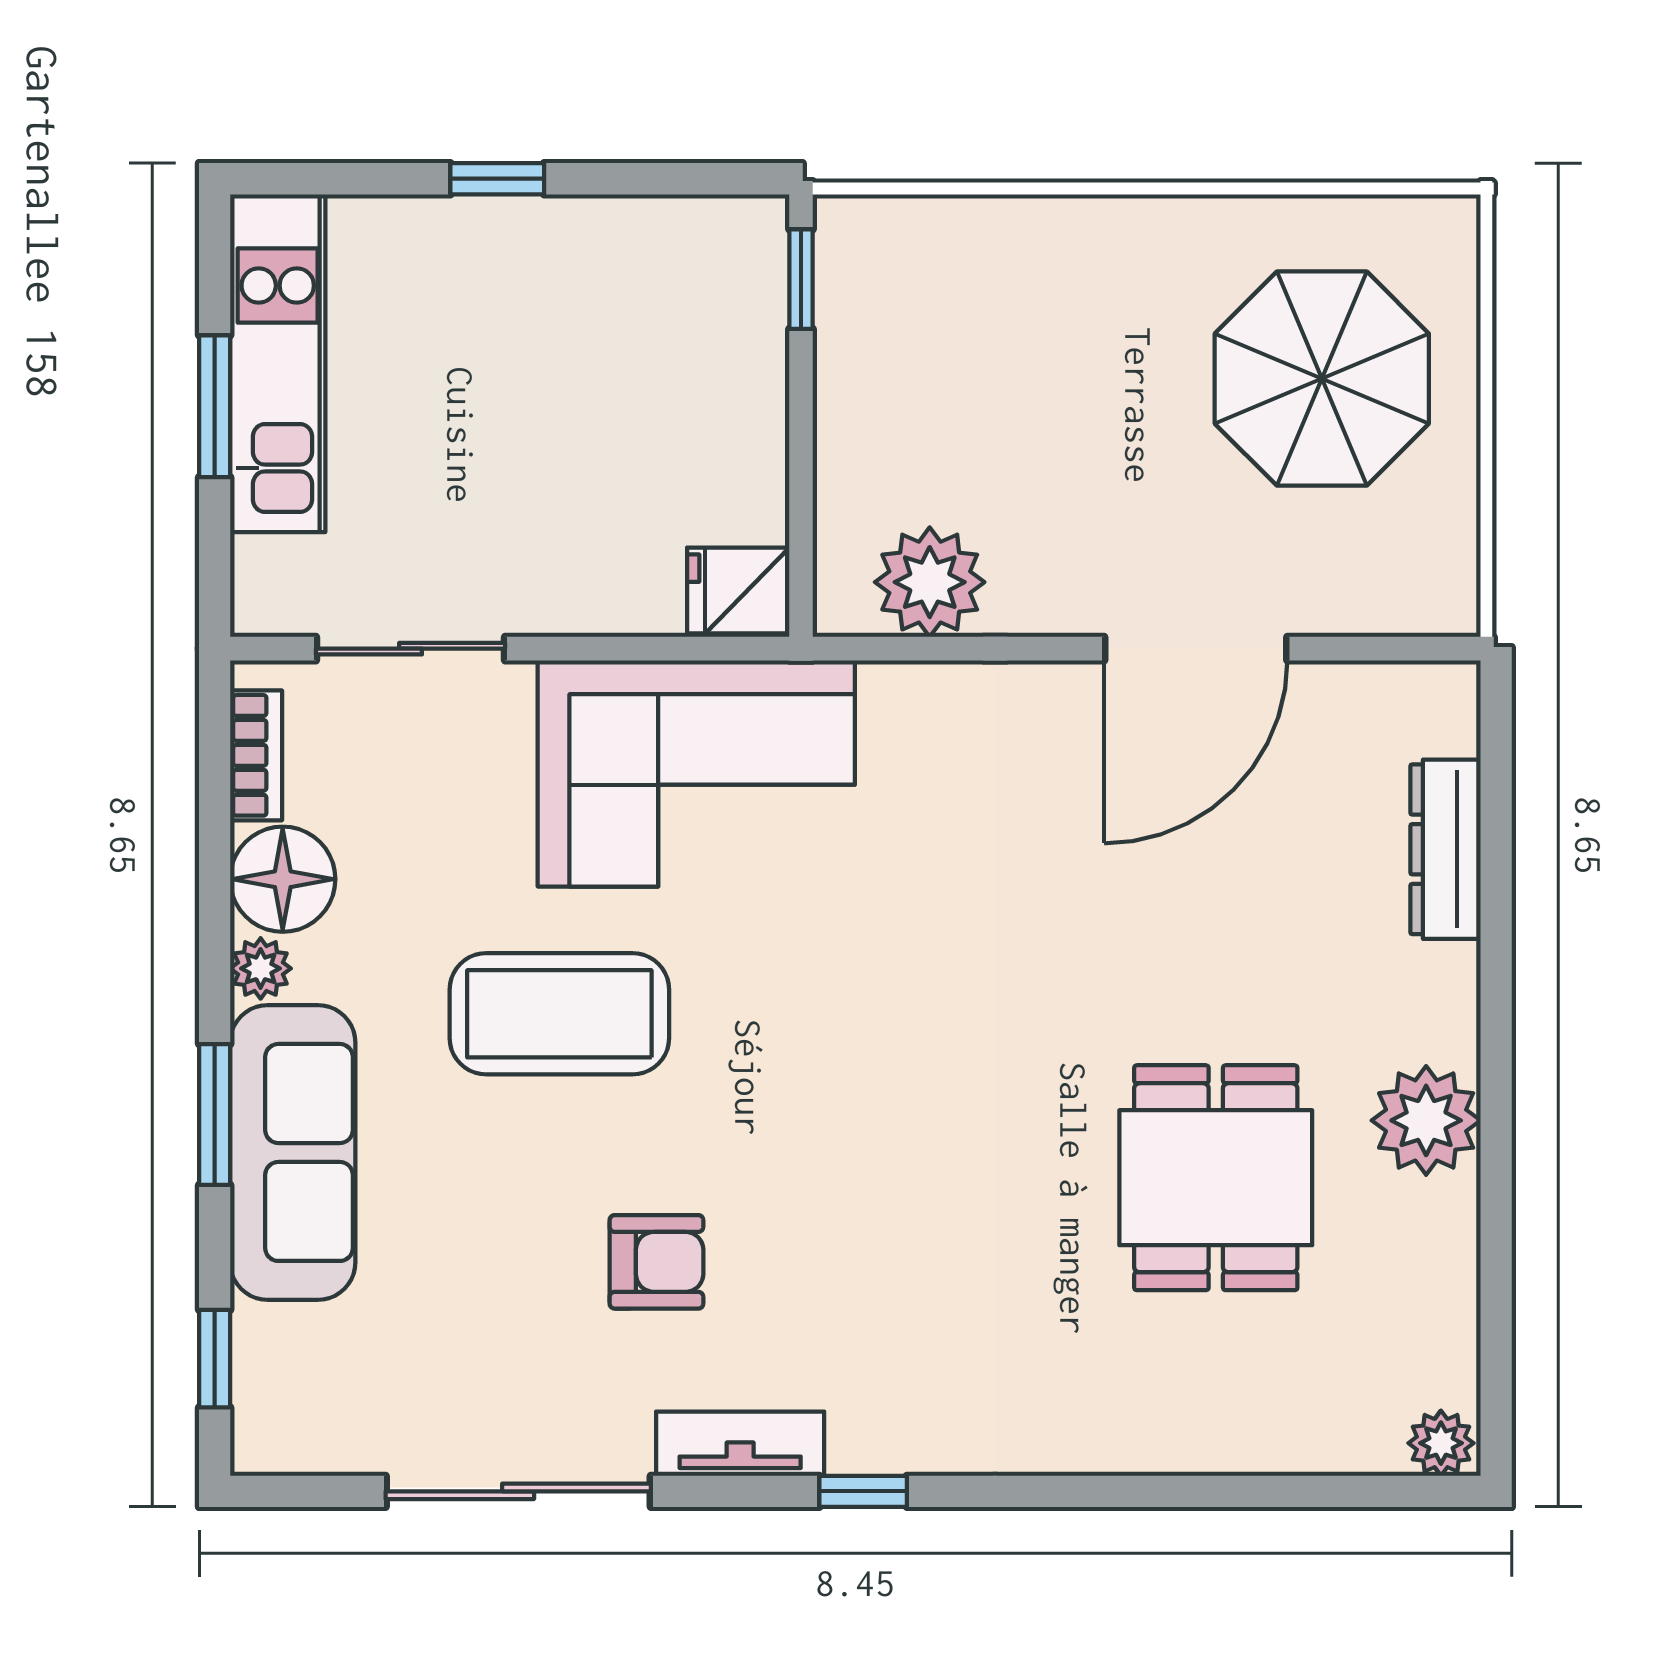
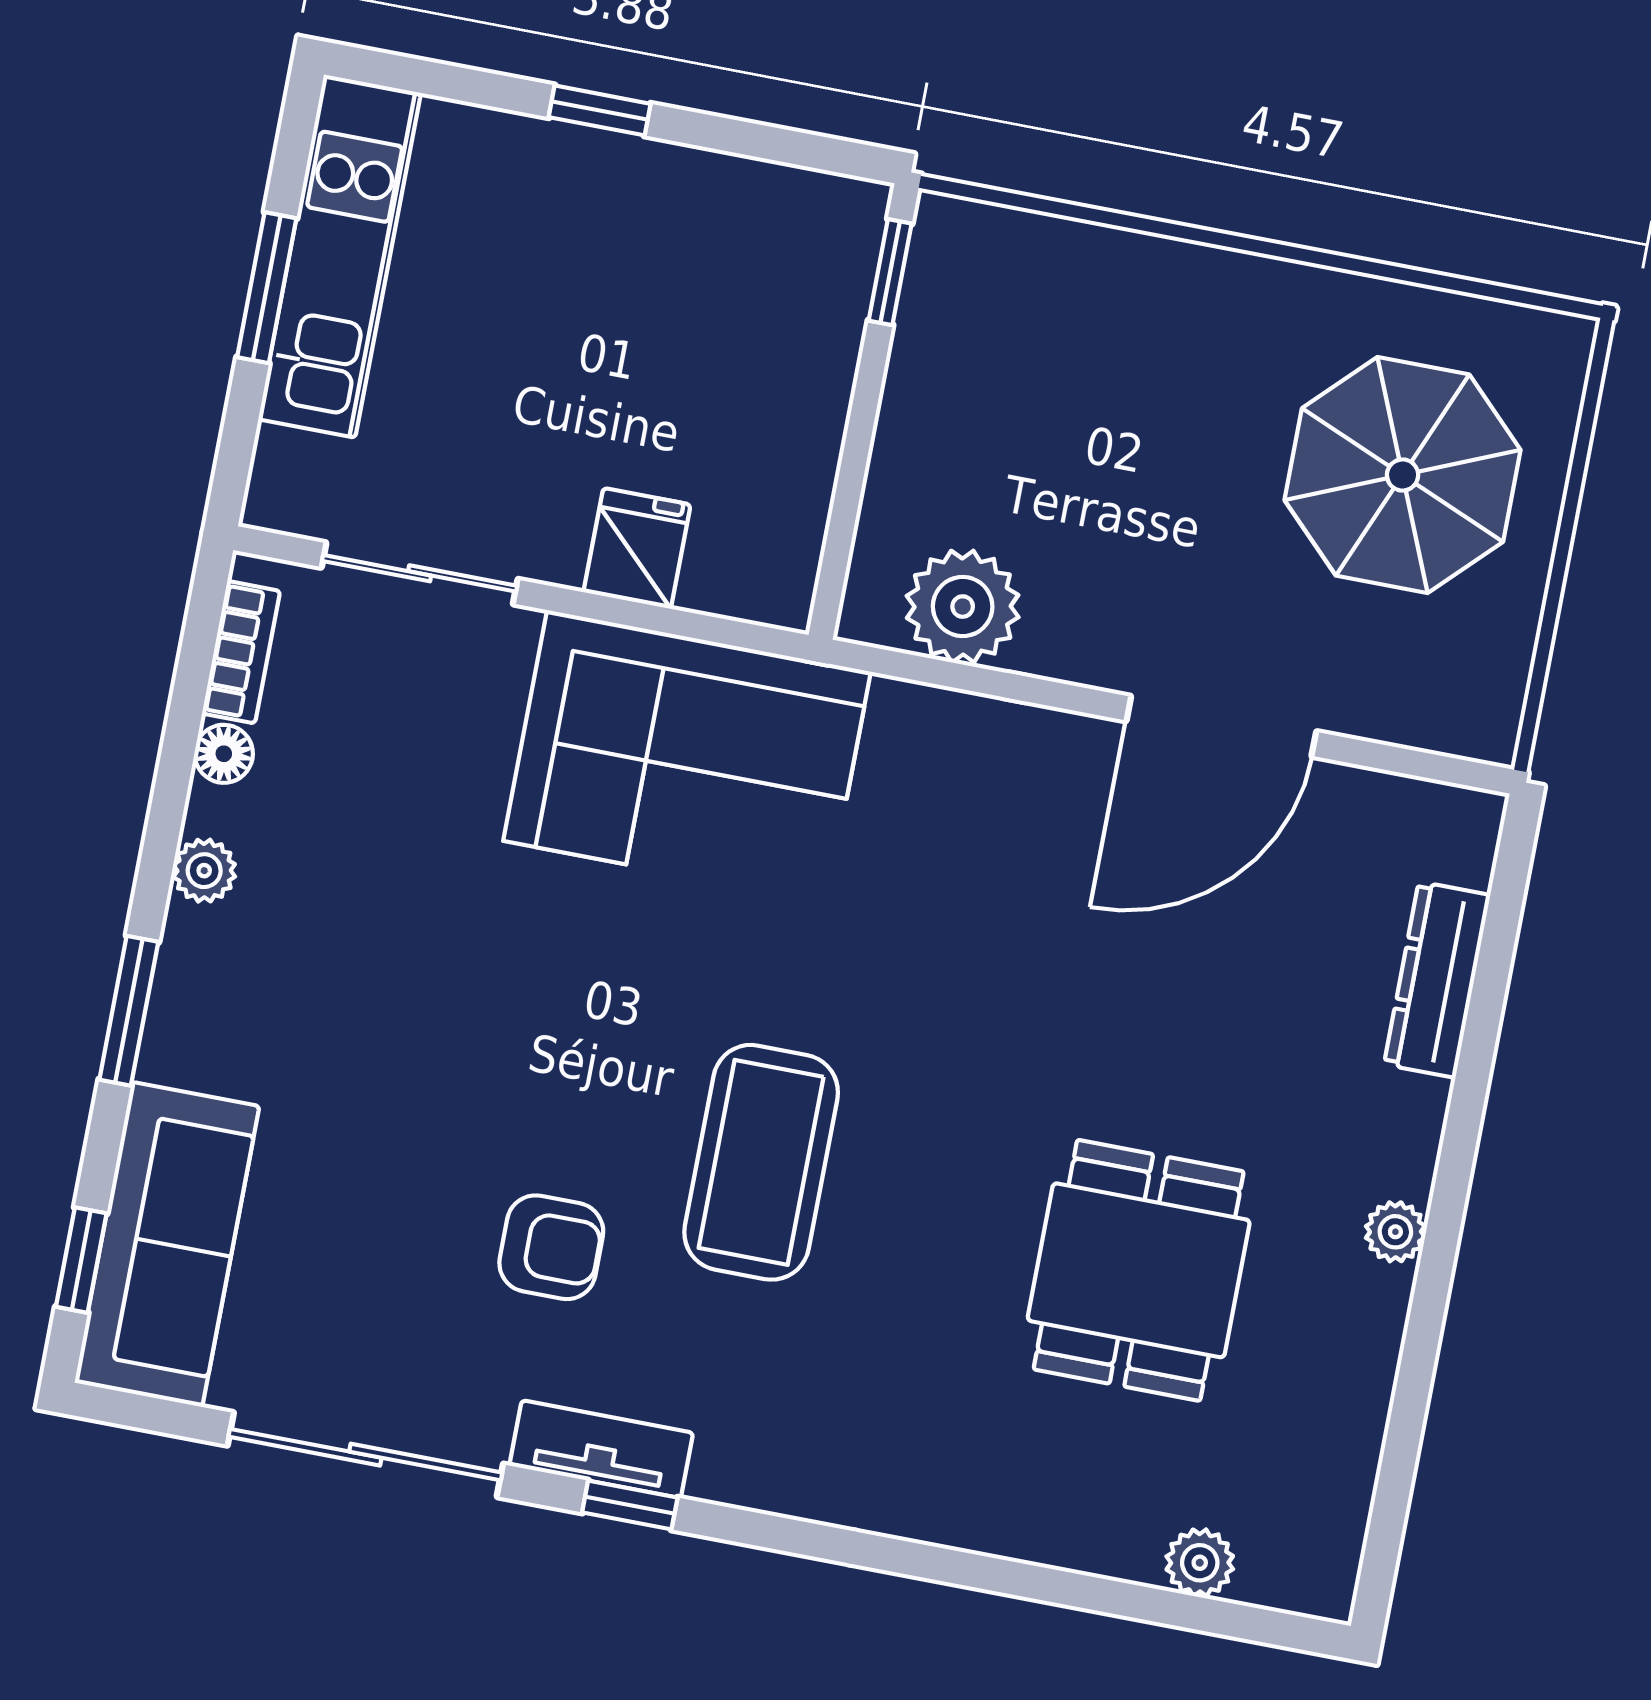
fridge: (738, 590) -> (637, 548), moved, turned 90
floor lamp: (283, 879) -> (224, 754), width x0.53, depth x0.53
coffee table: (559, 1014) -> (761, 1162), moved, turned 90
plant: (1426, 1120) -> (1395, 1232), width x0.53, depth x0.53
sofa: (293, 1152) -> (167, 1244), moved
plant: (1441, 1443) -> (1200, 1563), moved
window: (863, 1491) -> (630, 1505), moved

